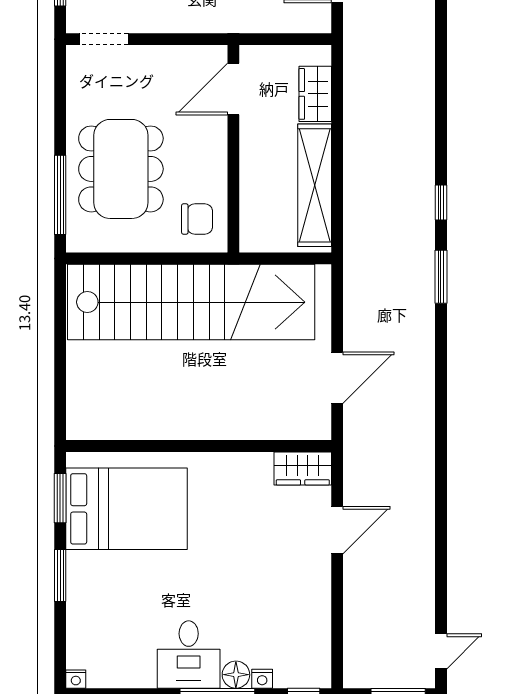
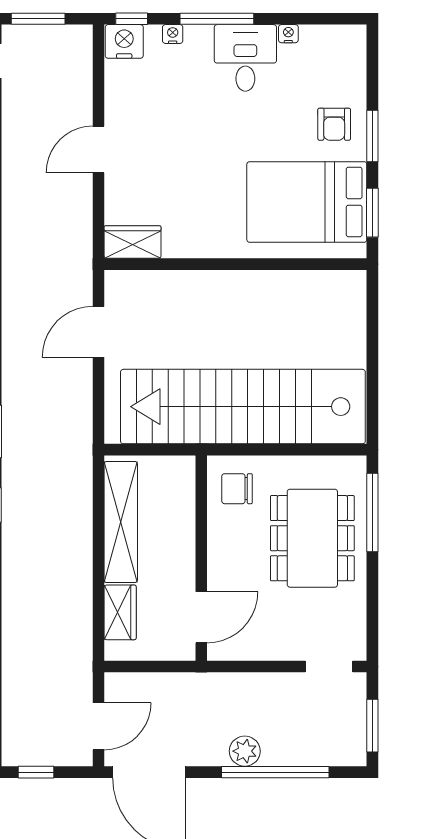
door: (337, 530) -> (98, 149), moved
armchair: (99, 588) -> (334, 124), added
nightstand: (311, 671) -> (124, 41), added
floor lamp: (236, 675) -> (199, 38), removed
nightstand: (76, 679) -> (288, 34), moved

